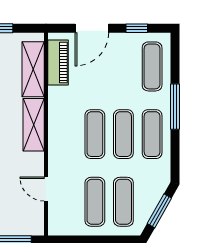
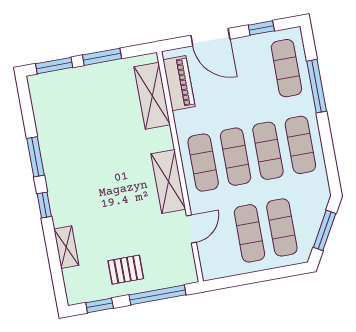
door: (92, 28) -> (210, 37), hinge flipped
window: (175, 107) -> (317, 86), moved
shelving: (34, 125) -> (168, 182), moved
exercise mat: (66, 134) -> (203, 163), added
door: (46, 189) -> (191, 229), swing flipped

